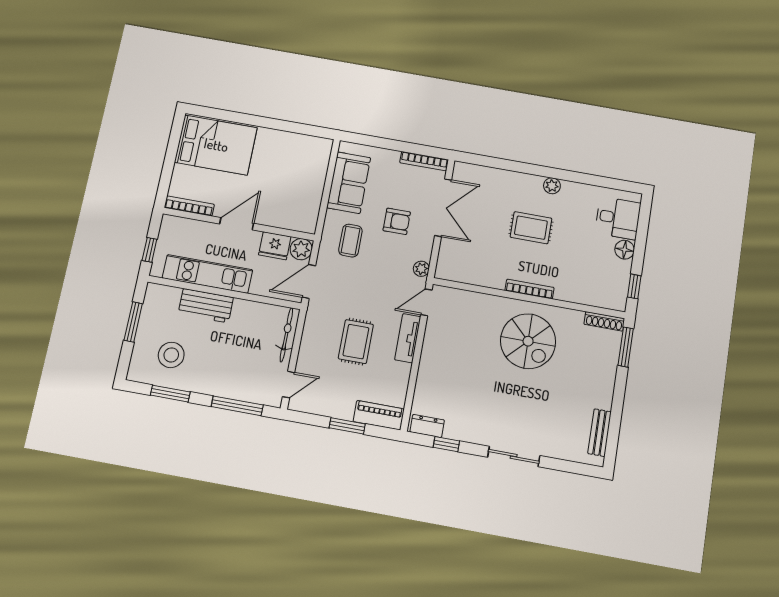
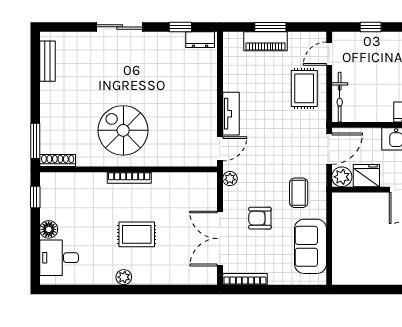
rug: (356, 342) -> (304, 88), moved
window: (237, 406) -> (371, 27), width x0.46
piano: (379, 415) -> (266, 41), moved

